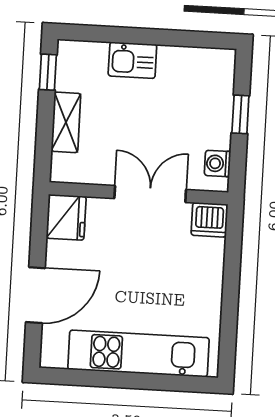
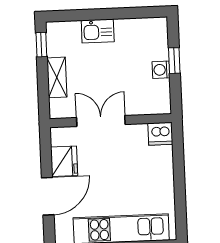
washing machine: (218, 163) -> (161, 70), moved
double door: (150, 194) -> (101, 121), moved
fridge: (66, 217) -> (64, 161), moved

